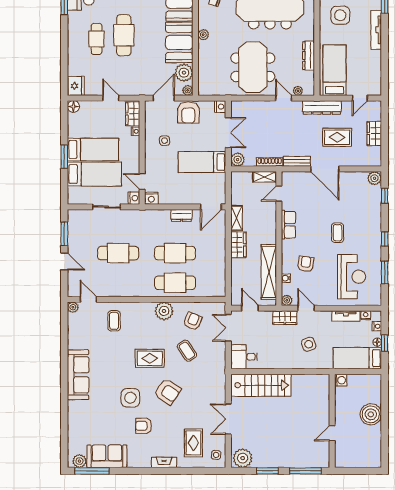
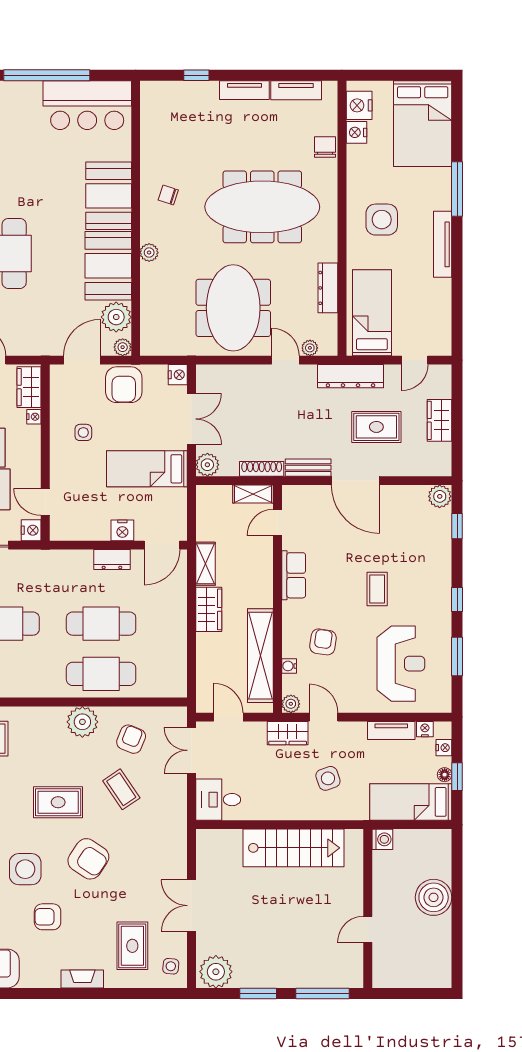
nightstand: (151, 198) -> (122, 530), moved
stairs: (261, 385) -> (294, 848), moved

